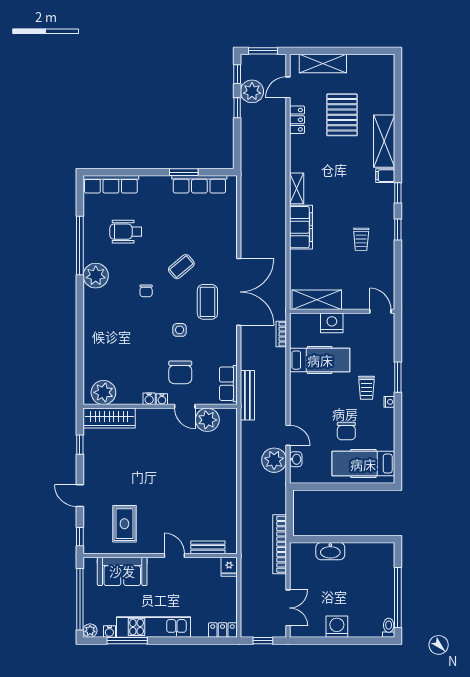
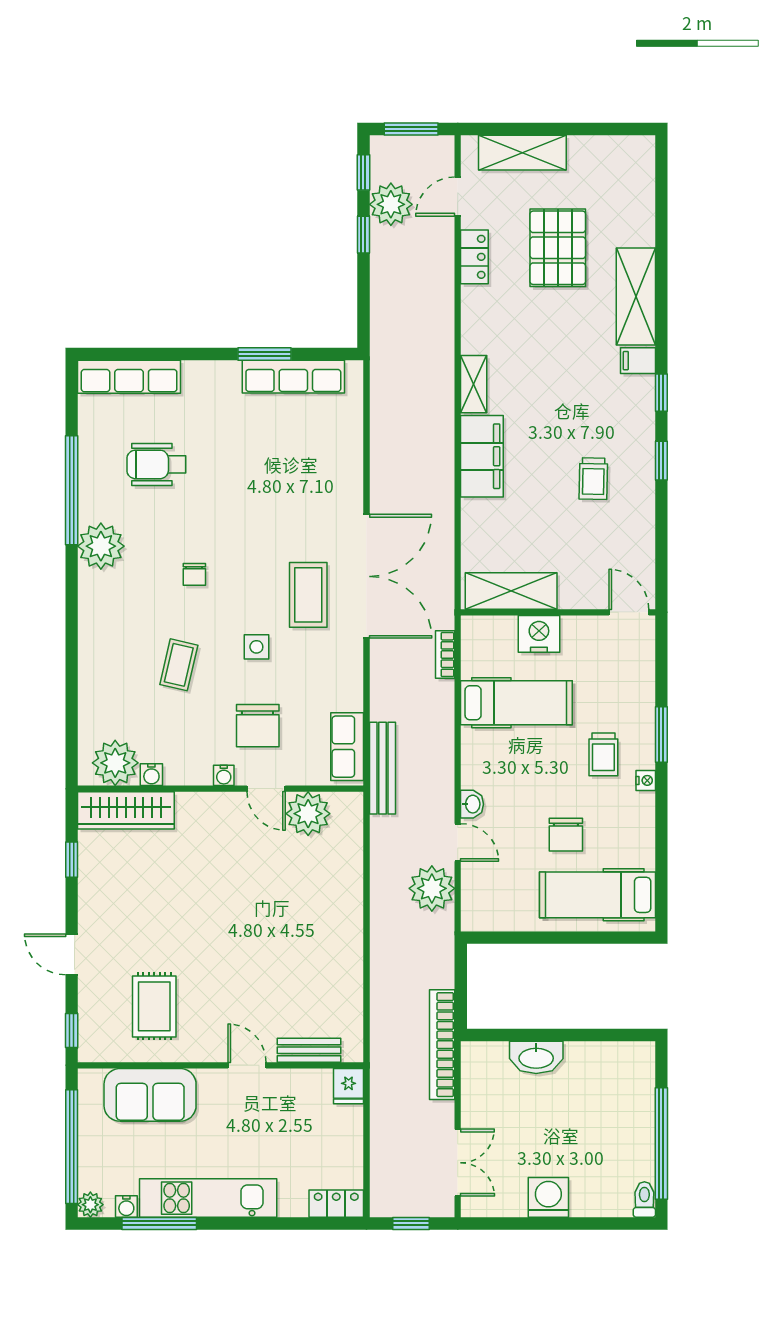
coffee table: (181, 267) -> (179, 665), moved, turned -37
water cooler: (149, 399) -> (151, 775), moved
washbasin: (296, 459) -> (472, 804), moved

